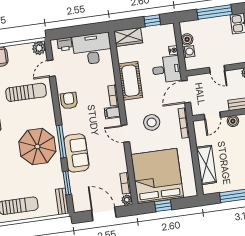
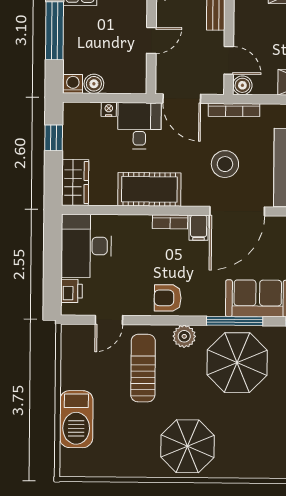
plant: (39, 48) -> (184, 336), moved
washing machine: (189, 52) -> (73, 84), moved
door: (51, 68) -> (109, 320), hinge flipped
boiler: (233, 121) -> (242, 85), moved
door: (125, 134) -> (237, 211), width x1.88

